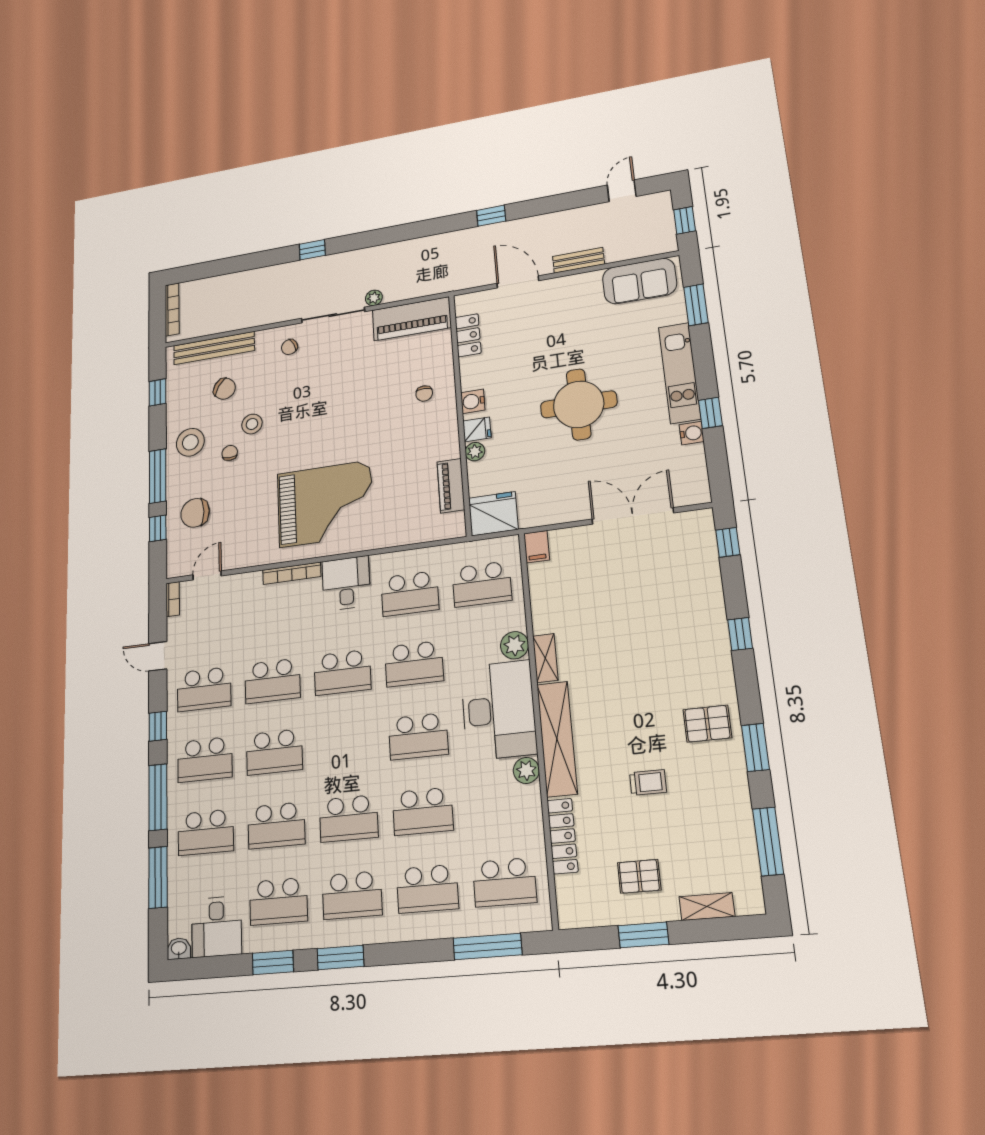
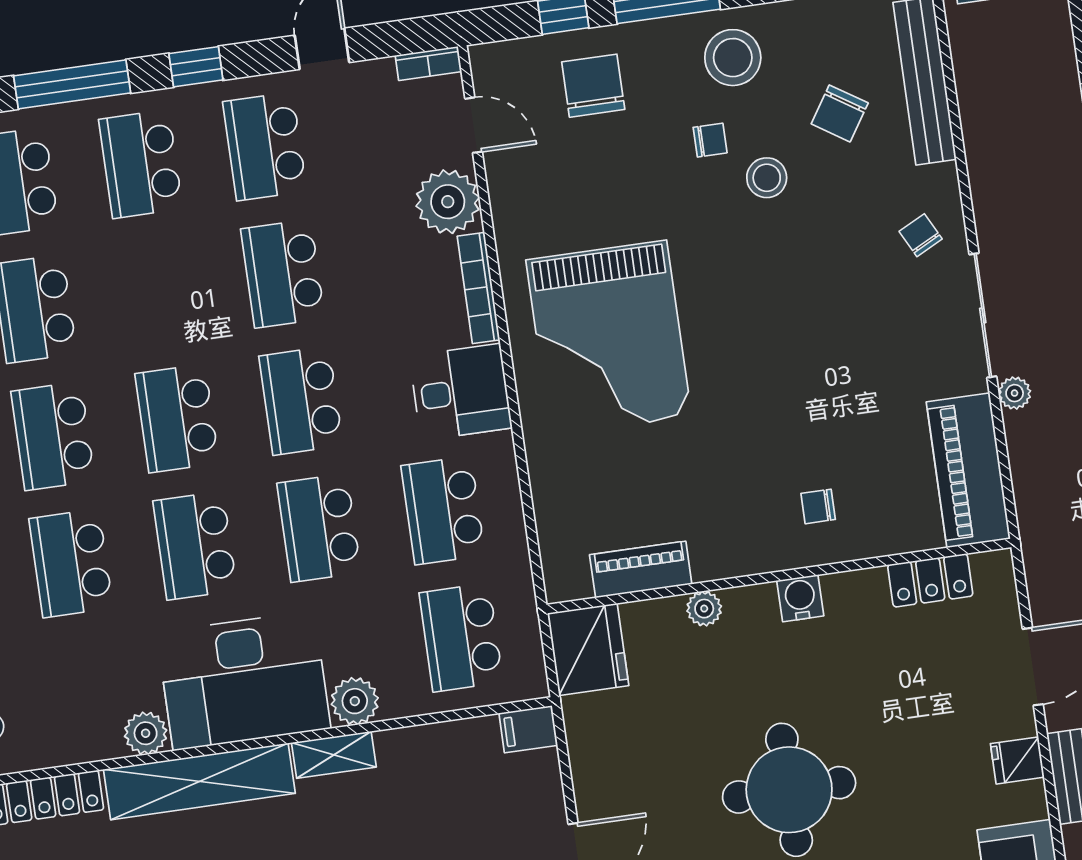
fridge: (477, 429) -> (1017, 760), moved, turned 90
plant: (245, 589) -> (448, 202), added
school desk: (274, 752) -> (177, 418), moved

